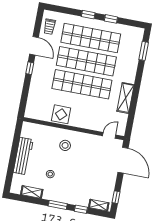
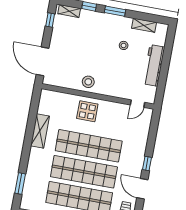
display table: (61, 114) -> (87, 111), moved
door: (109, 135) -> (137, 104), moved
stool: (65, 145) -> (88, 82), moved

